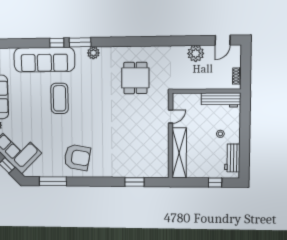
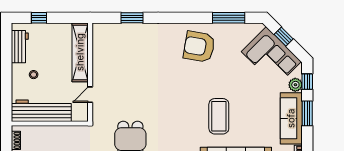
workbench: (221, 100) -> (41, 111), width x1.36, depth x1.32

